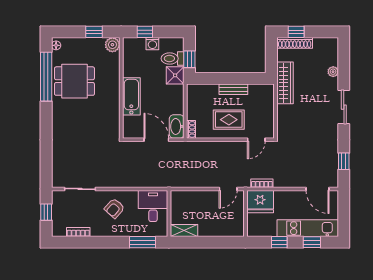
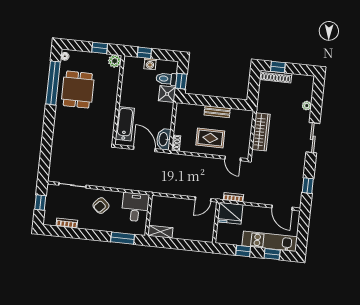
dining table: (74, 81) -> (78, 90), turned 90
wardrobe: (285, 83) -> (261, 132), moved
bathtub: (131, 96) -> (125, 124), moved
door: (256, 140) -> (233, 158), hinge flipped

